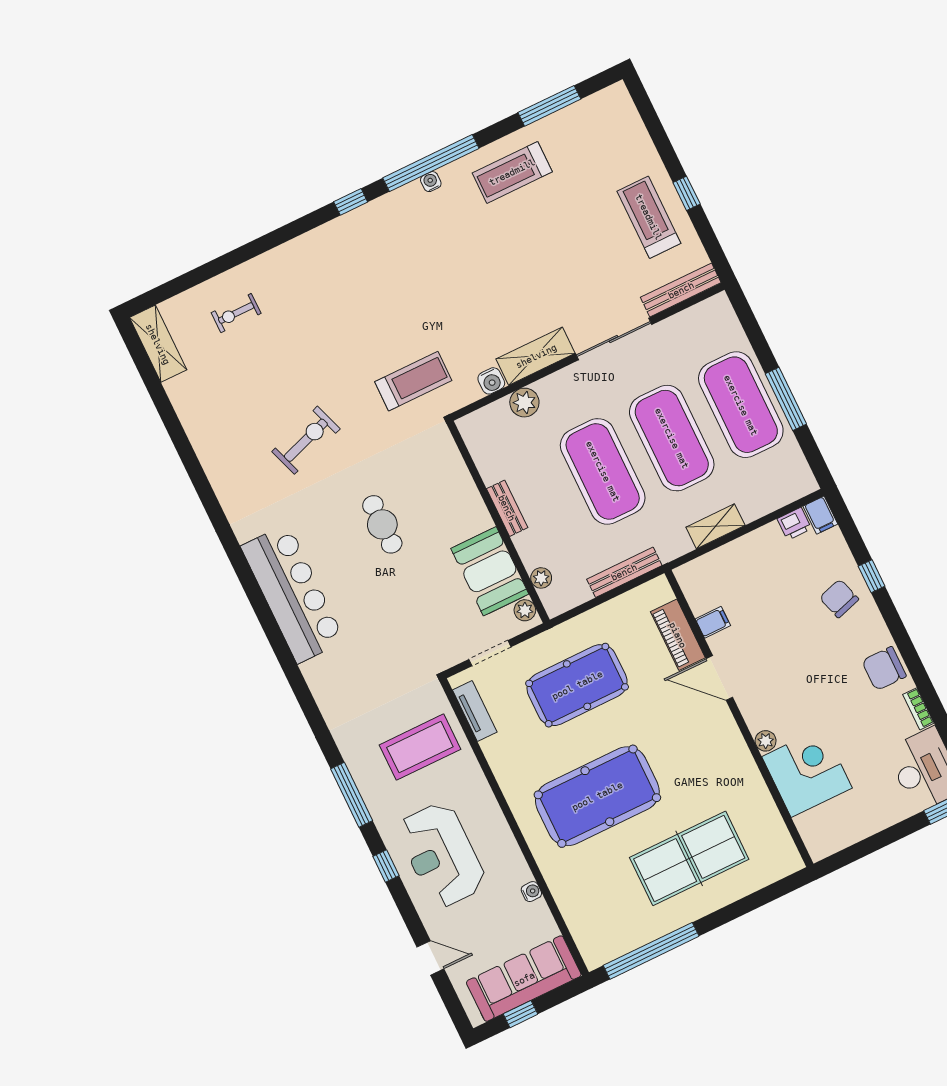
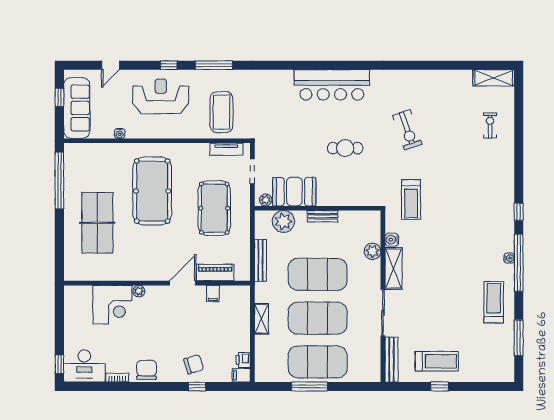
plant: (541, 578) -> (283, 222), width x1.88, depth x1.88

